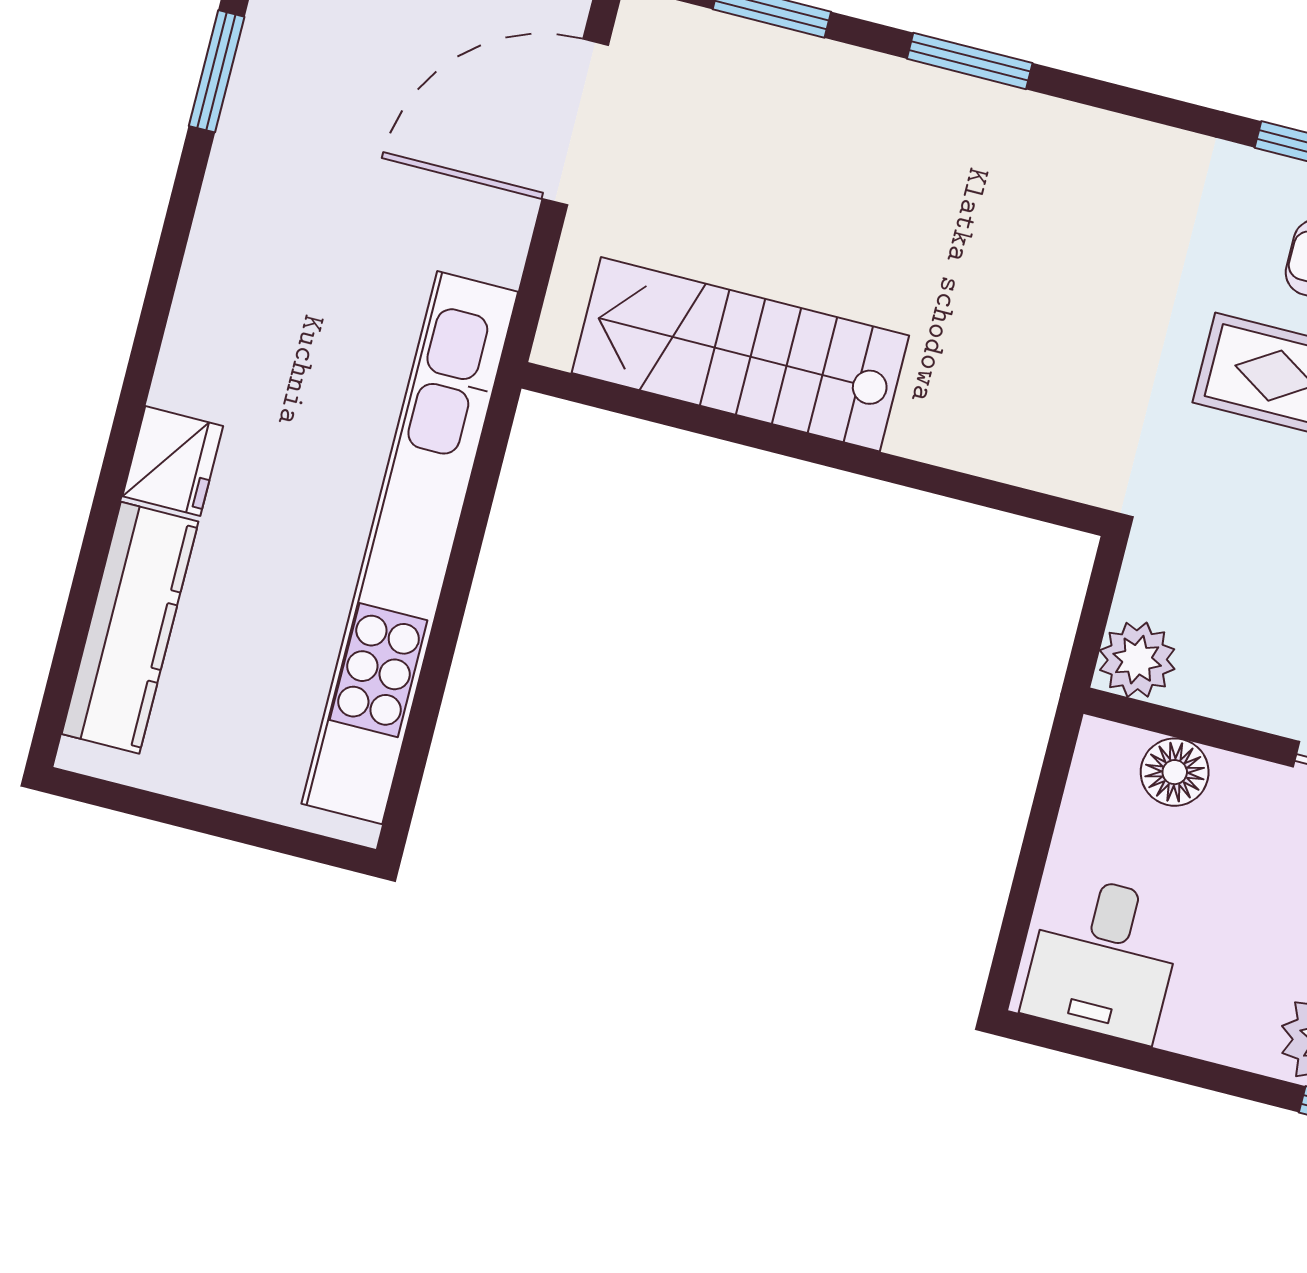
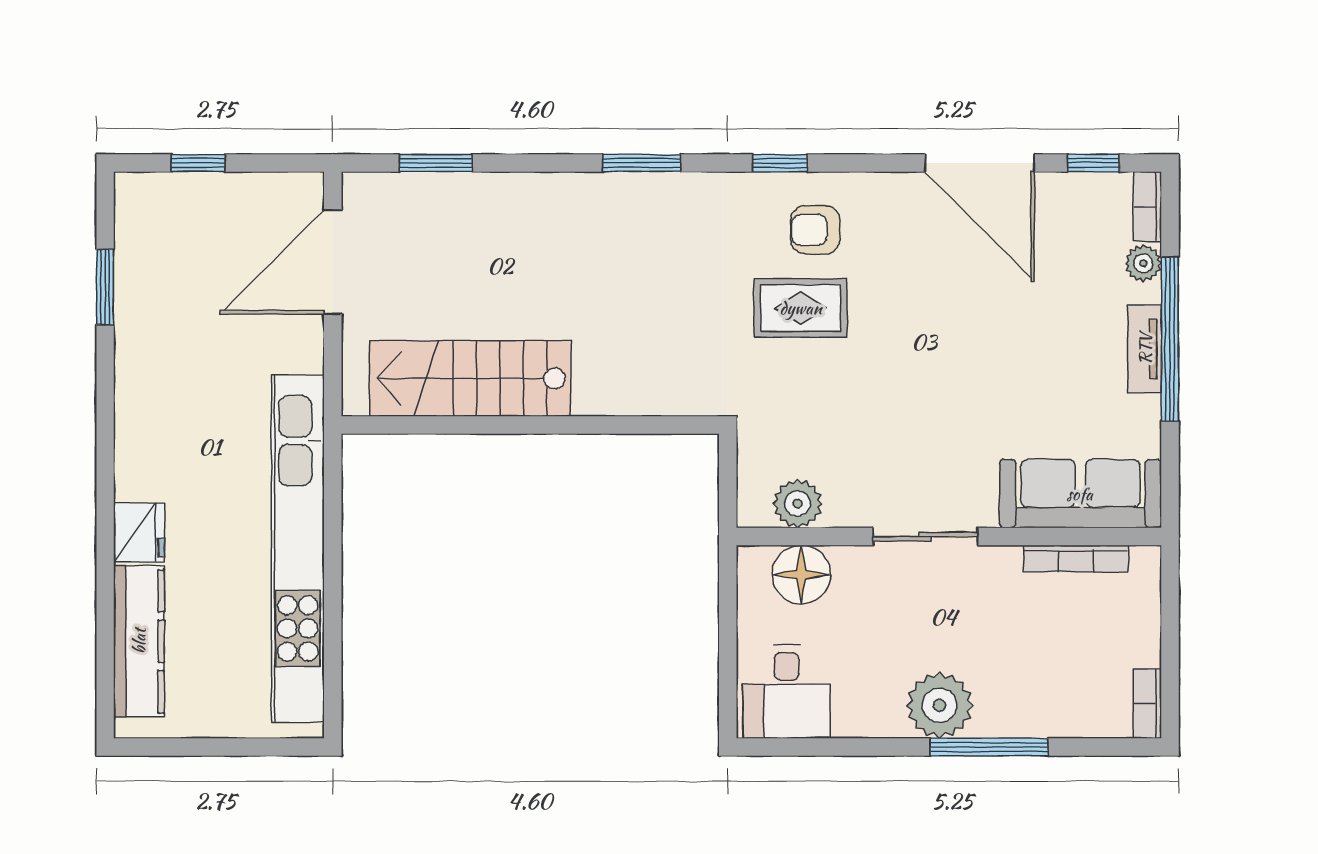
window: (970, 61) -> (642, 163), moved
plant: (1137, 660) -> (798, 504), moved
floor lamp: (1175, 772) -> (801, 575), width x1.38, depth x1.38

